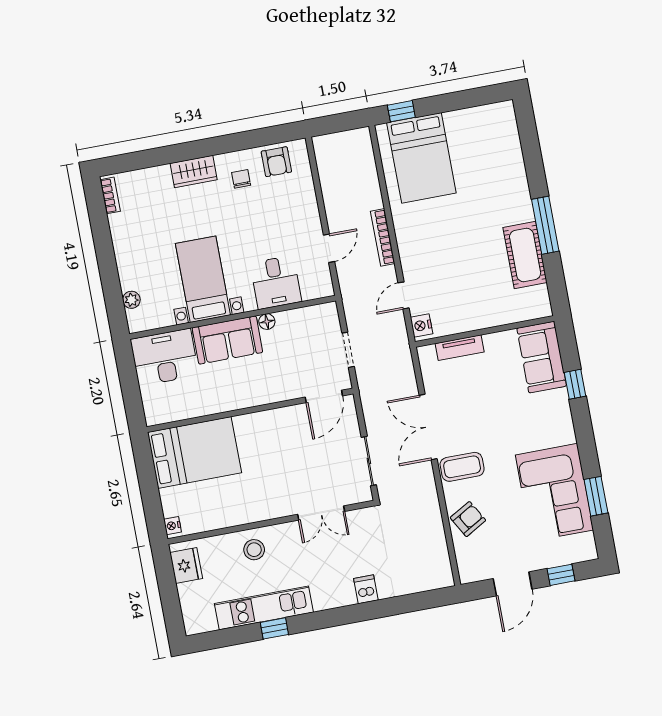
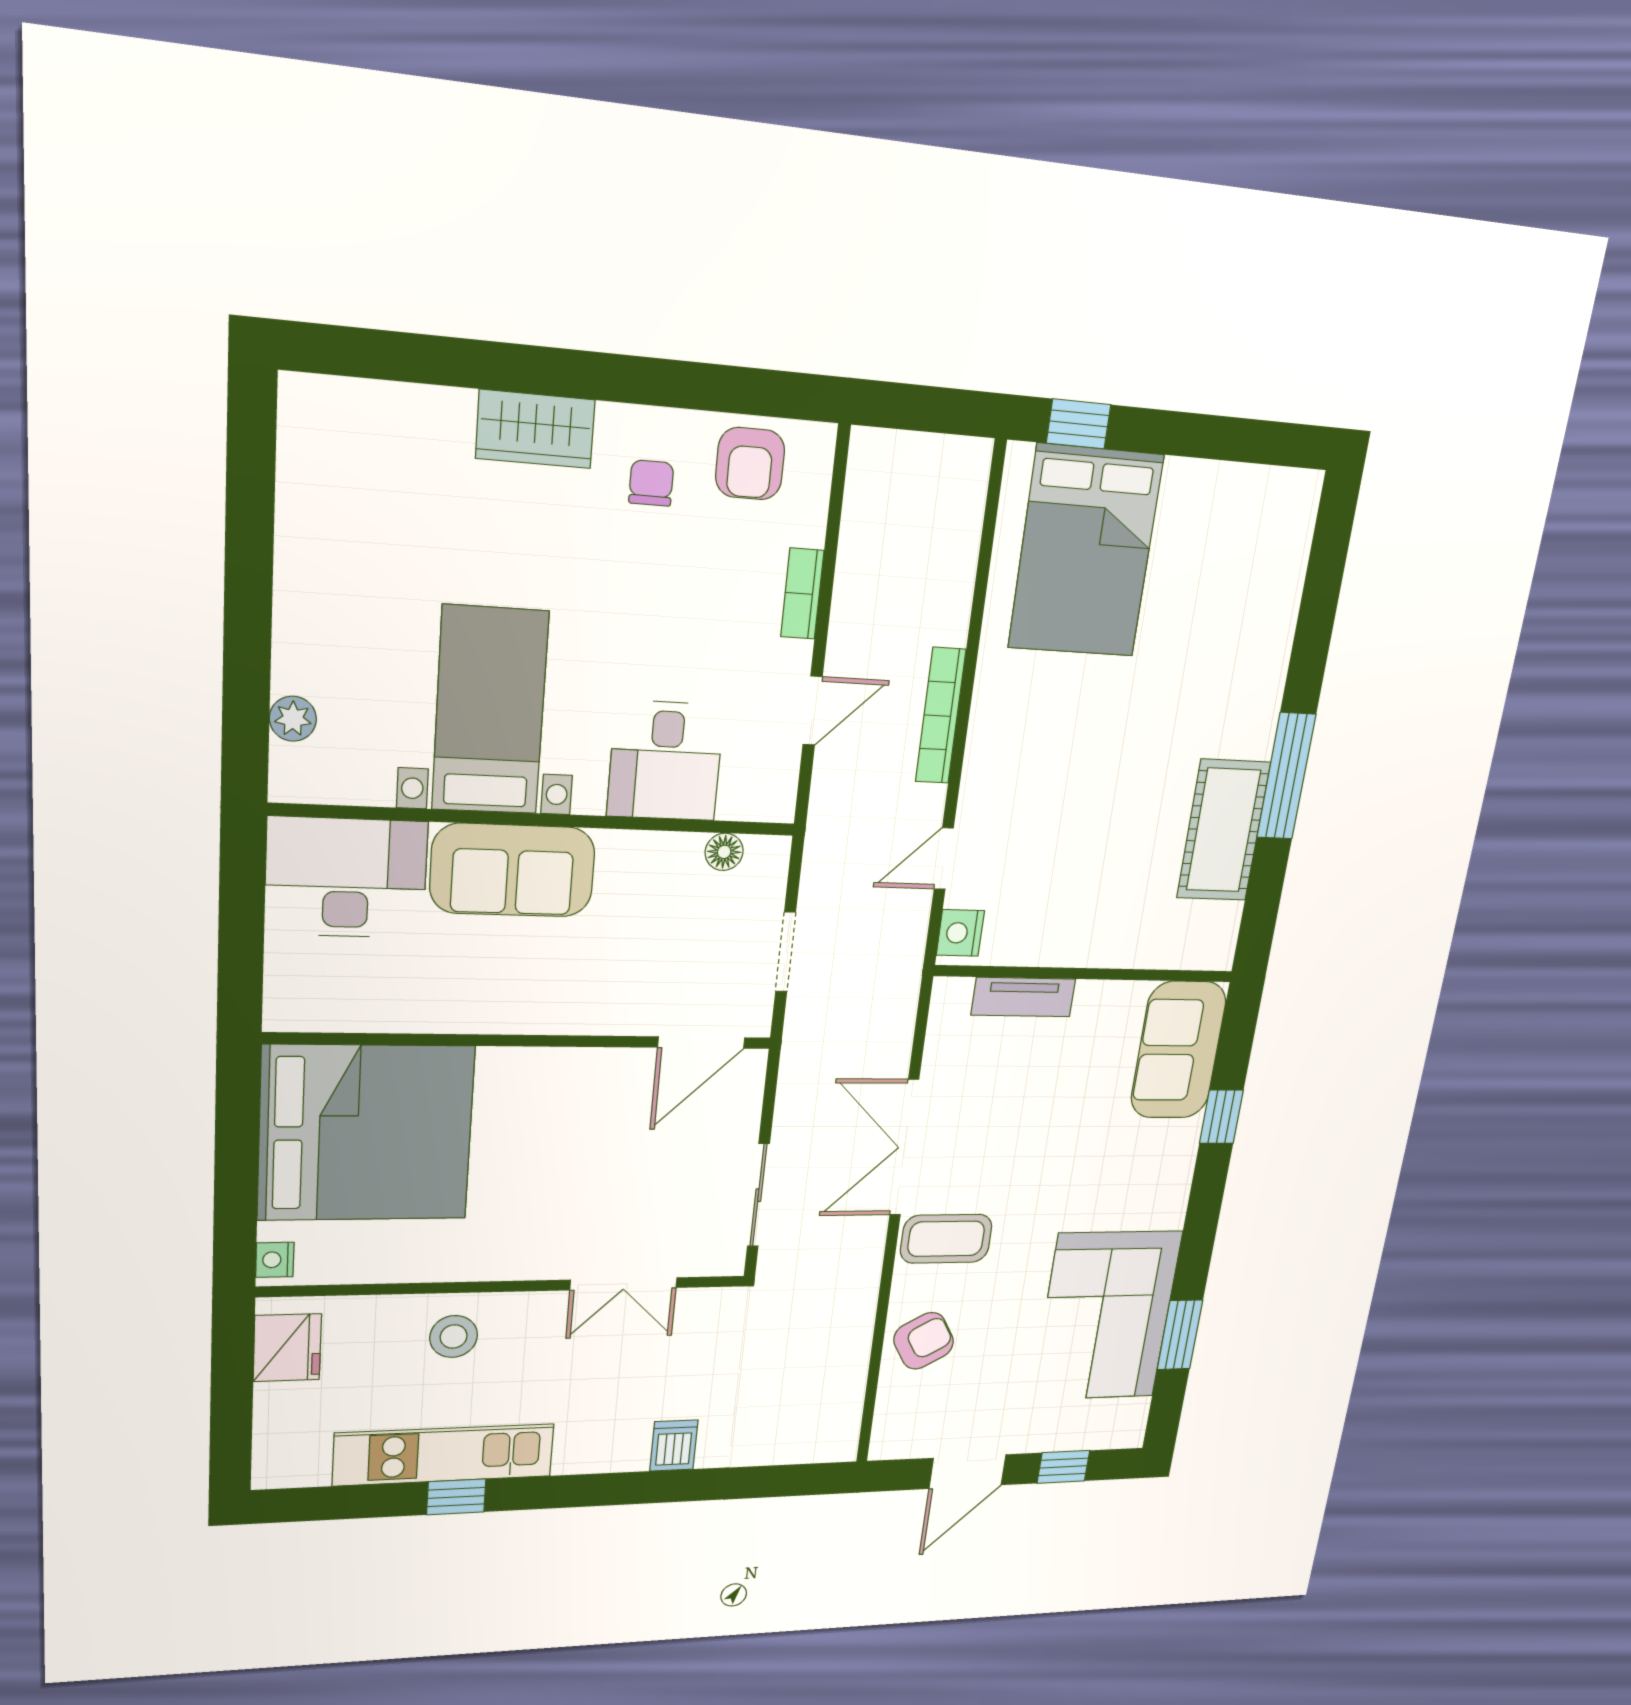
bookcase: (110, 195) -> (802, 594), moved, turned 180
floor lamp: (267, 322) -> (724, 852), moved
bed: (194, 453) -> (366, 1133), width x1.36

